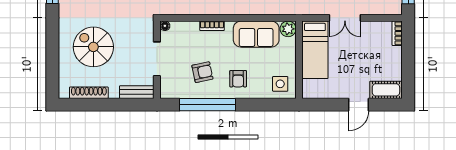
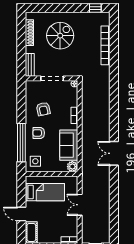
bed: (315, 50) -> (45, 192), moved, turned 180
window: (207, 105) -> (21, 143), moved

